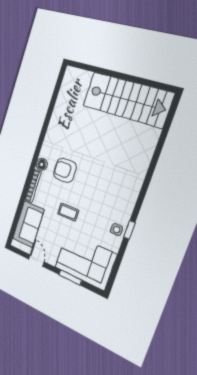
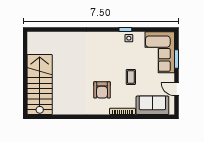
stairs: (127, 100) -> (40, 85), moved
floor lamp: (42, 164) -> (104, 110), removed
door: (36, 261) -> (177, 89), hinge flipped

